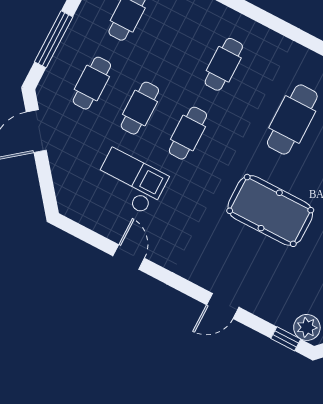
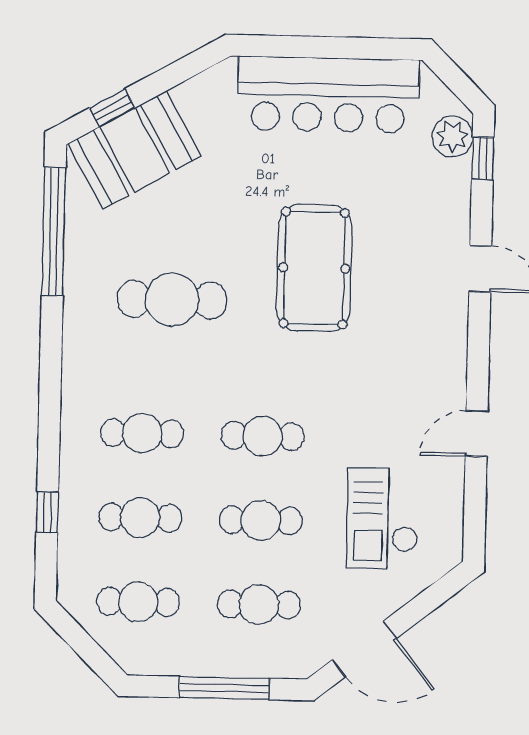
cafe table: (176, 39) -> (140, 518), added
checkout: (130, 182) -> (383, 518), moved

